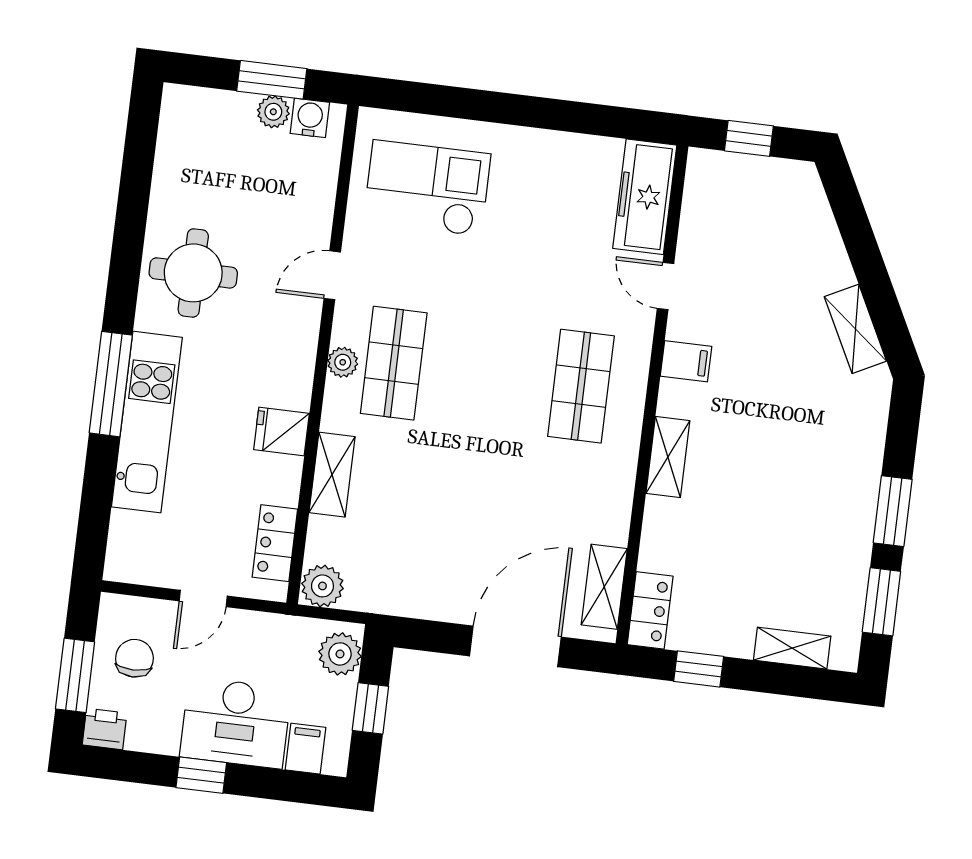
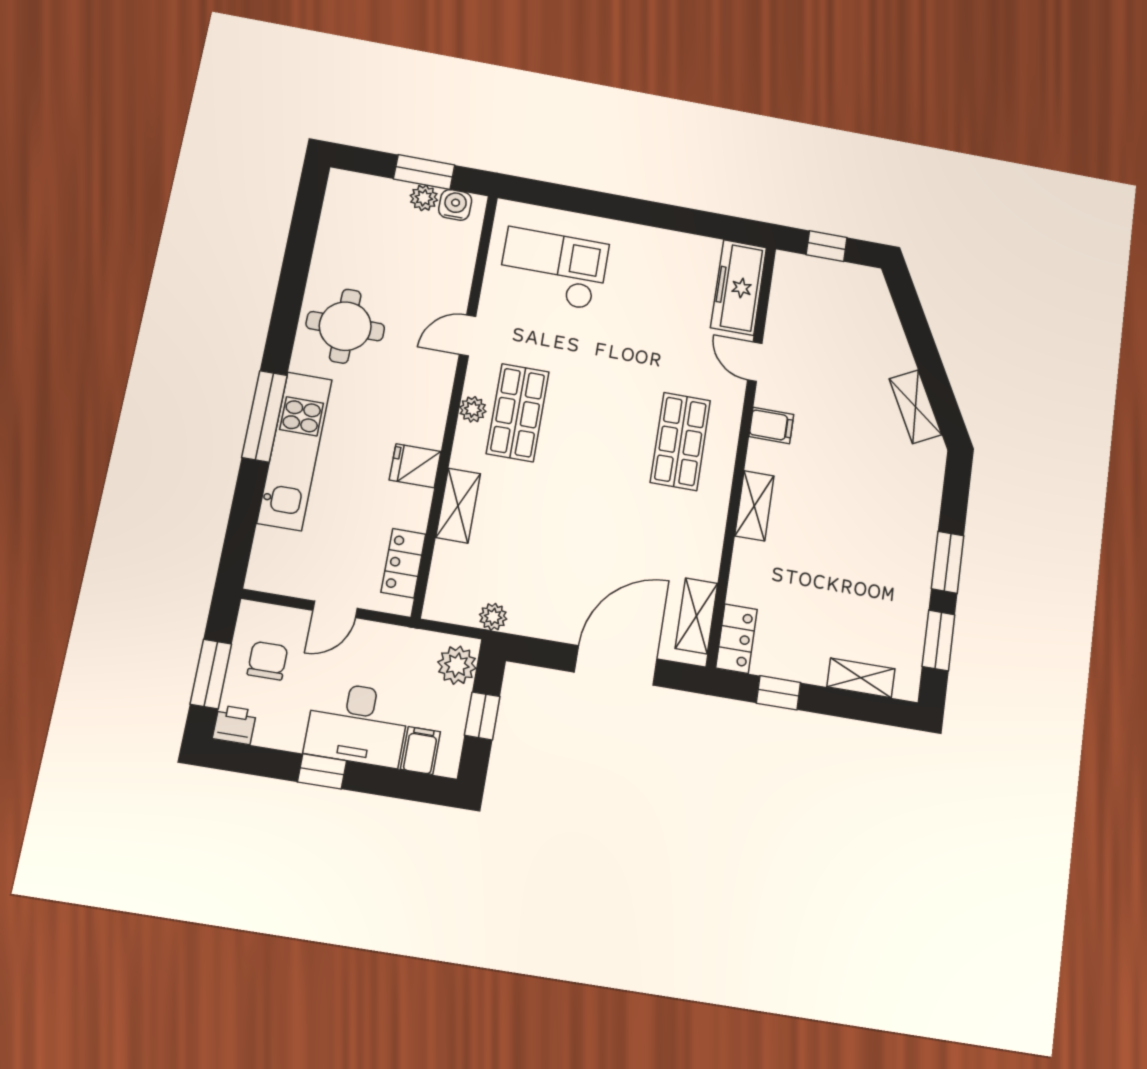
plant: (322, 586) -> (493, 617), moved, width x0.73, depth x0.73

